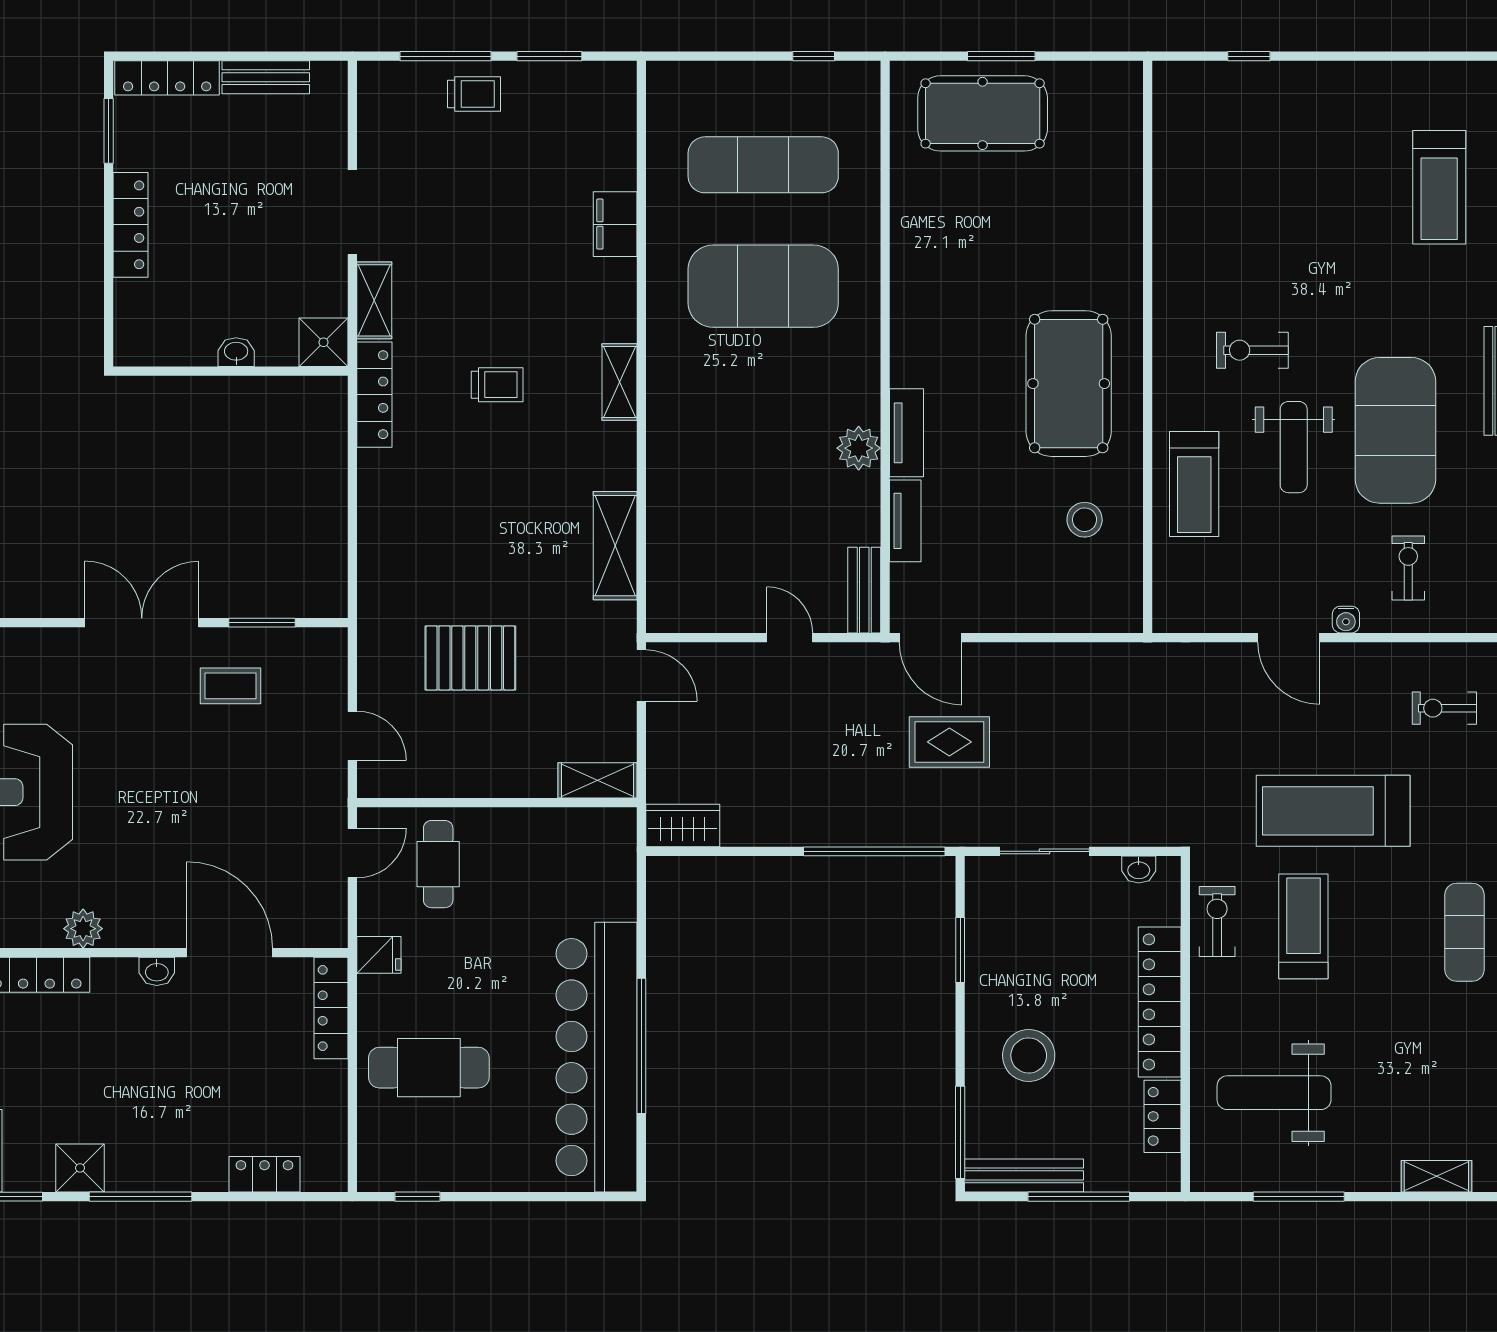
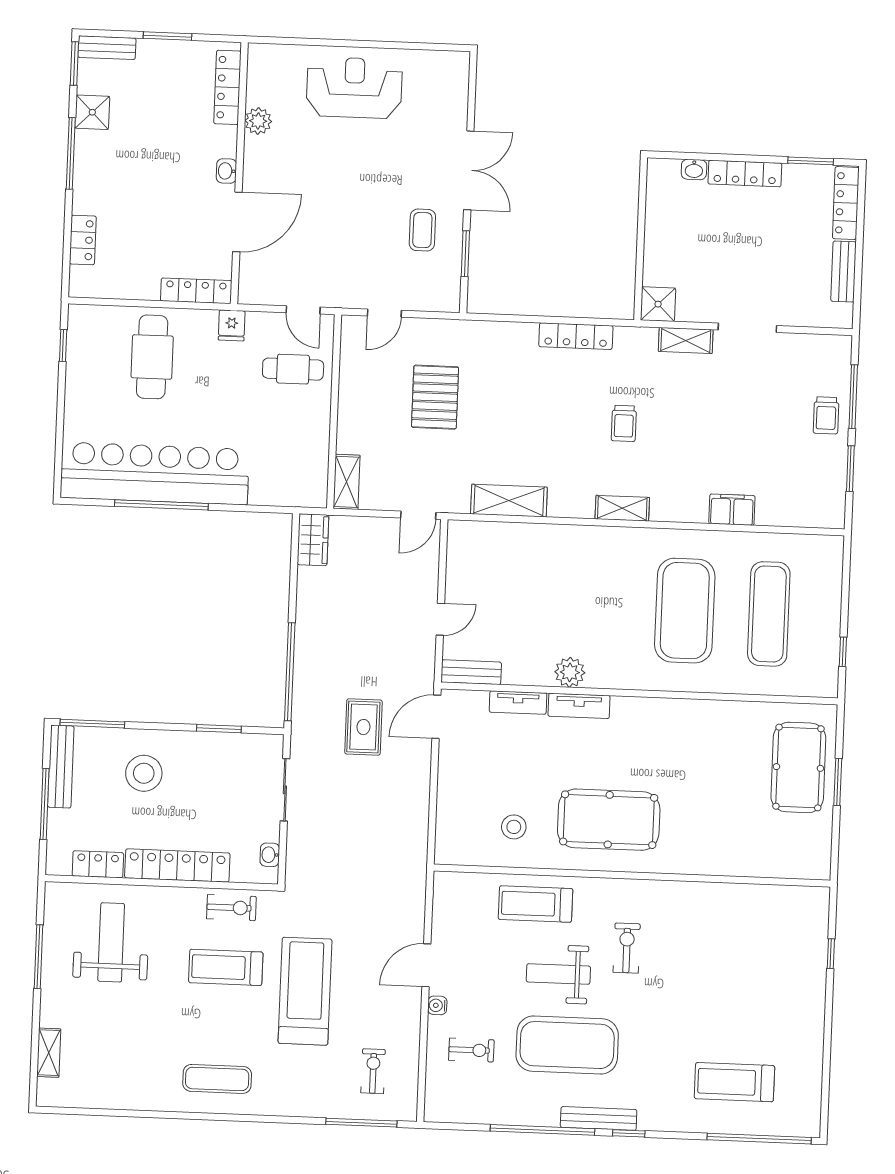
washbasin: (236, 352) -> (694, 169), moved, turned 90
locker: (374, 395) -> (576, 336), moved
treadmill: (1303, 926) -> (226, 967), turned 180

